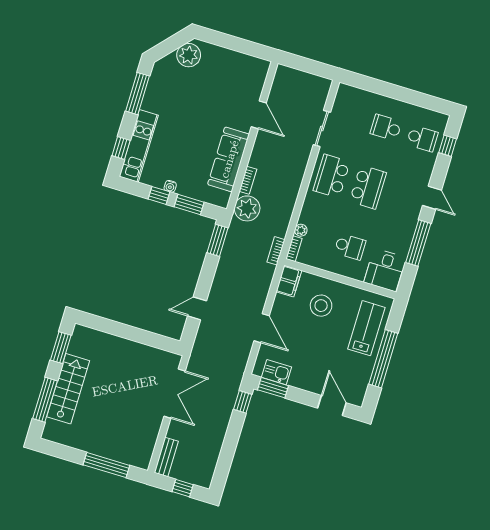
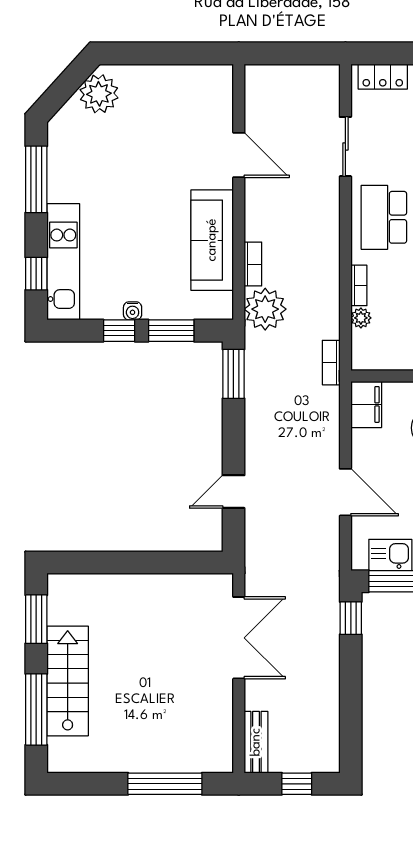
locker: (356, 95) -> (383, 77), added
bookcase: (294, 249) -> (359, 285), moved

